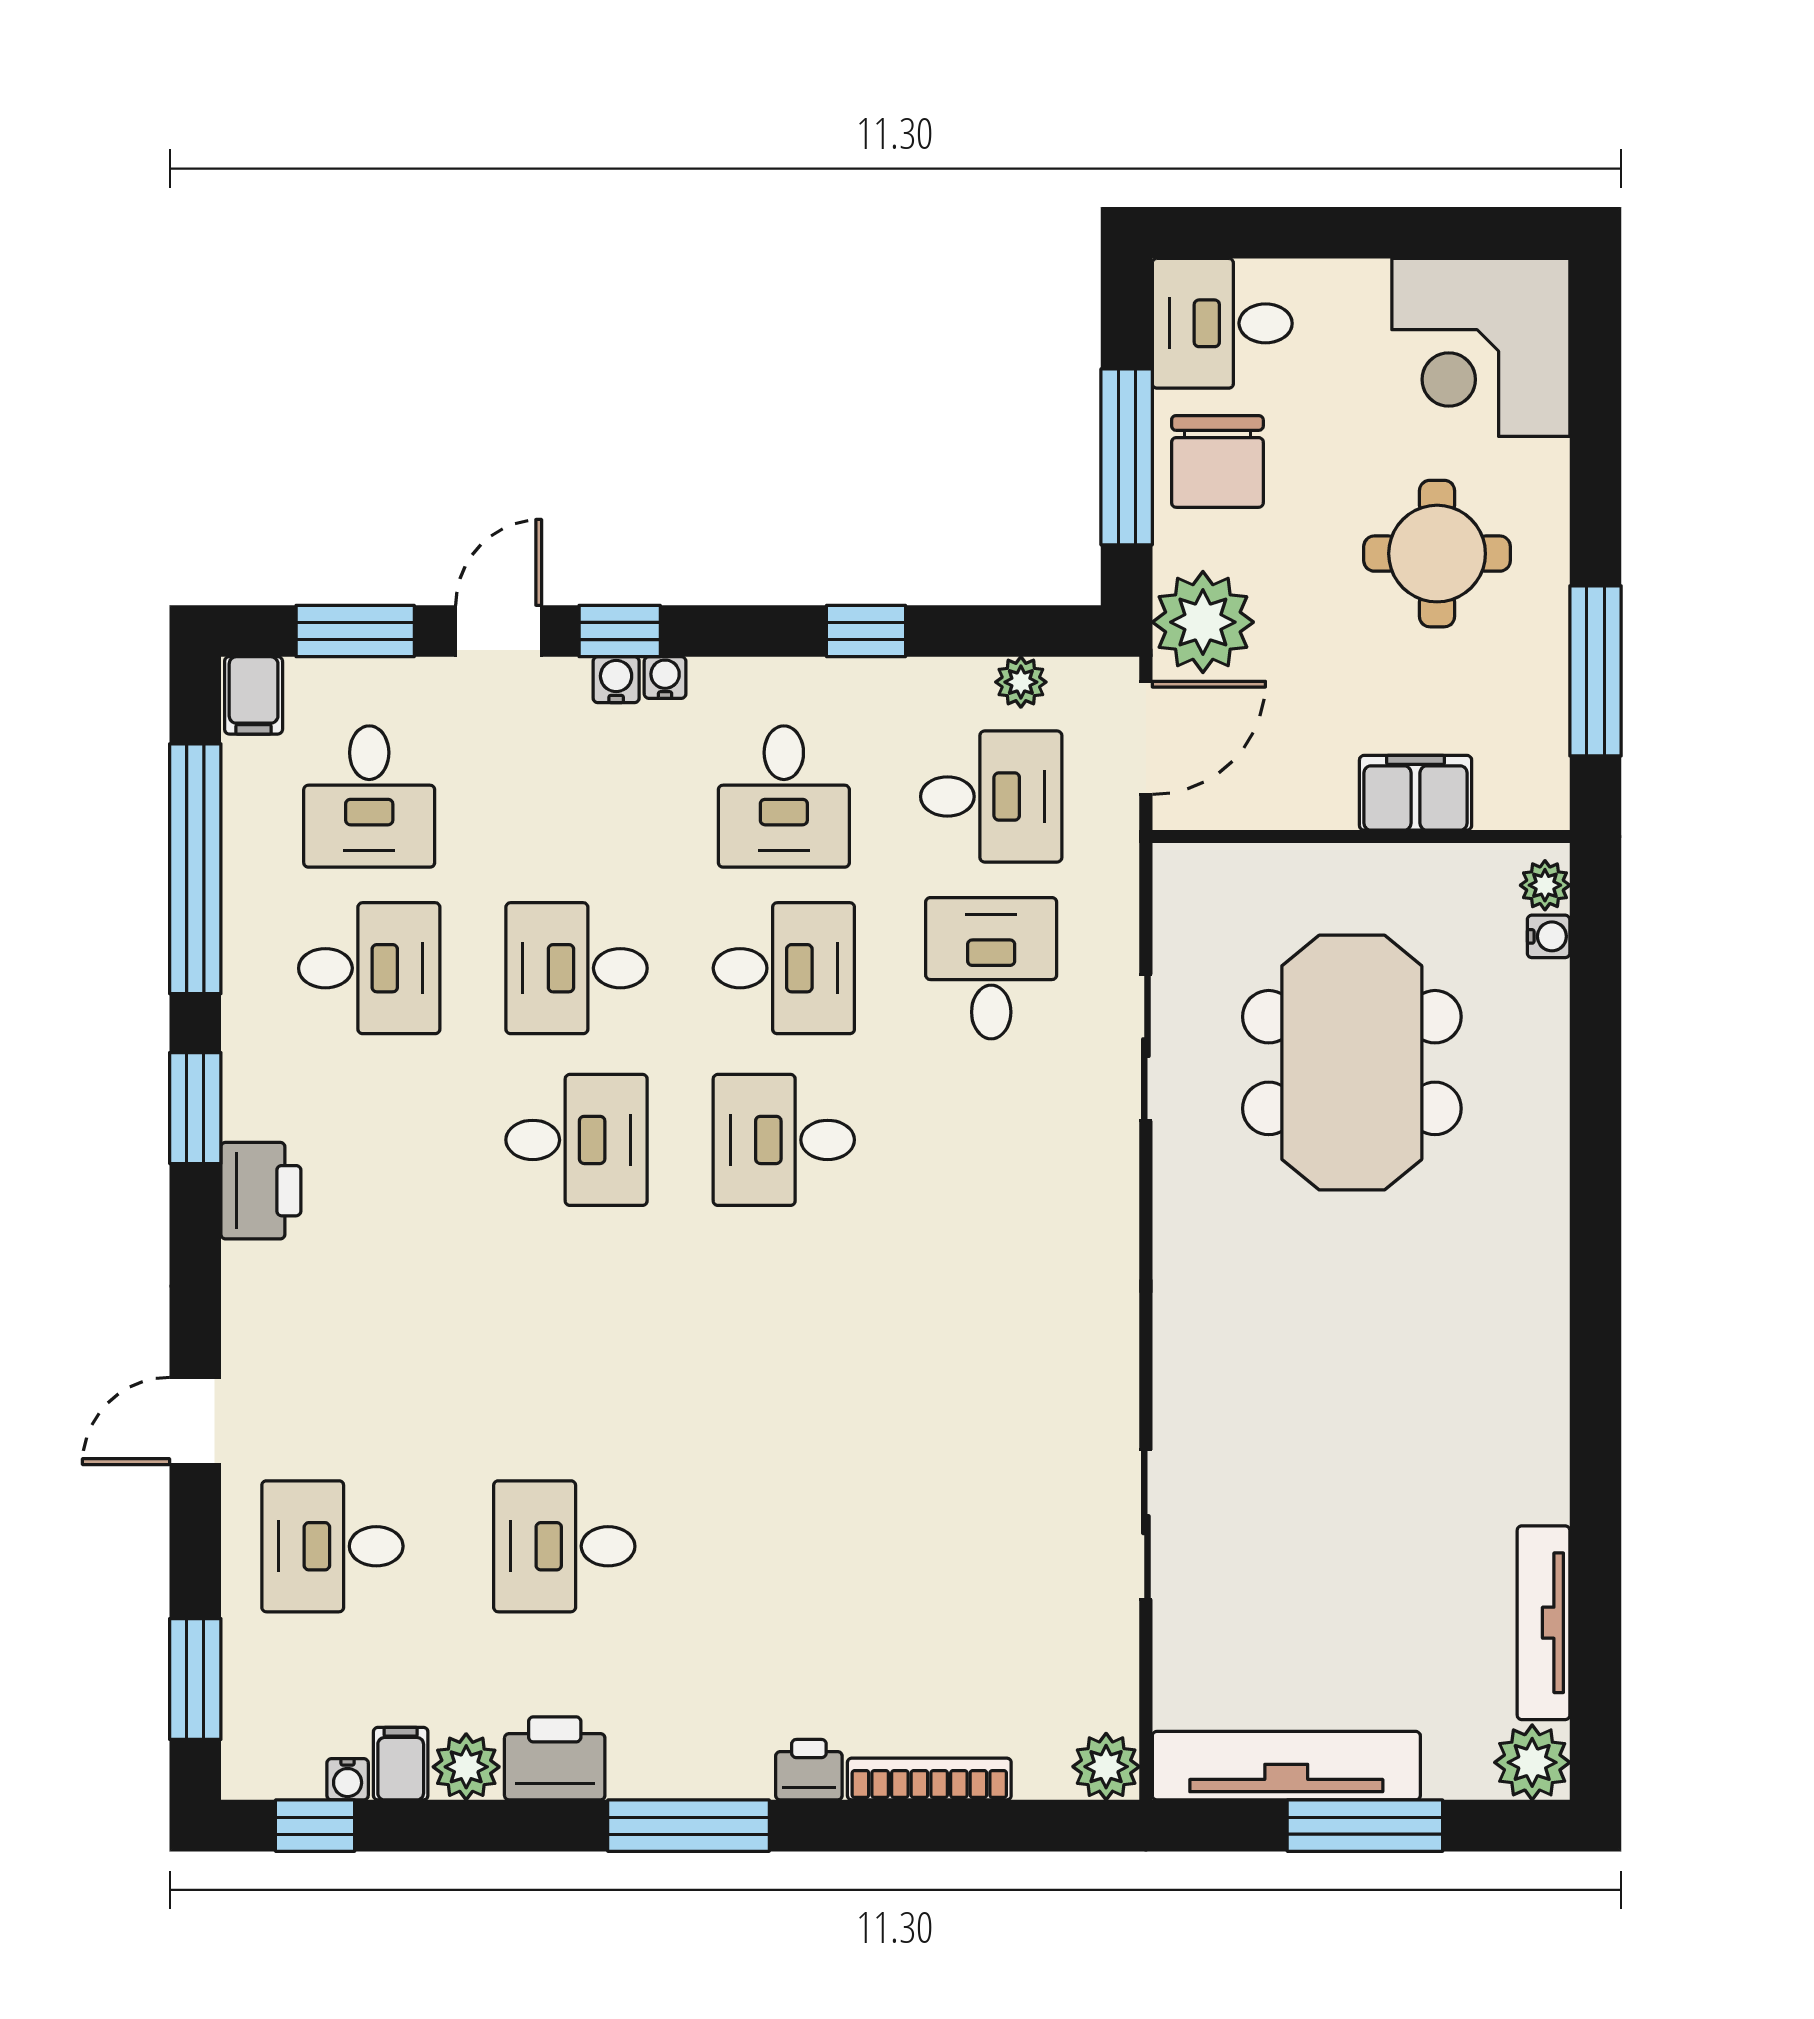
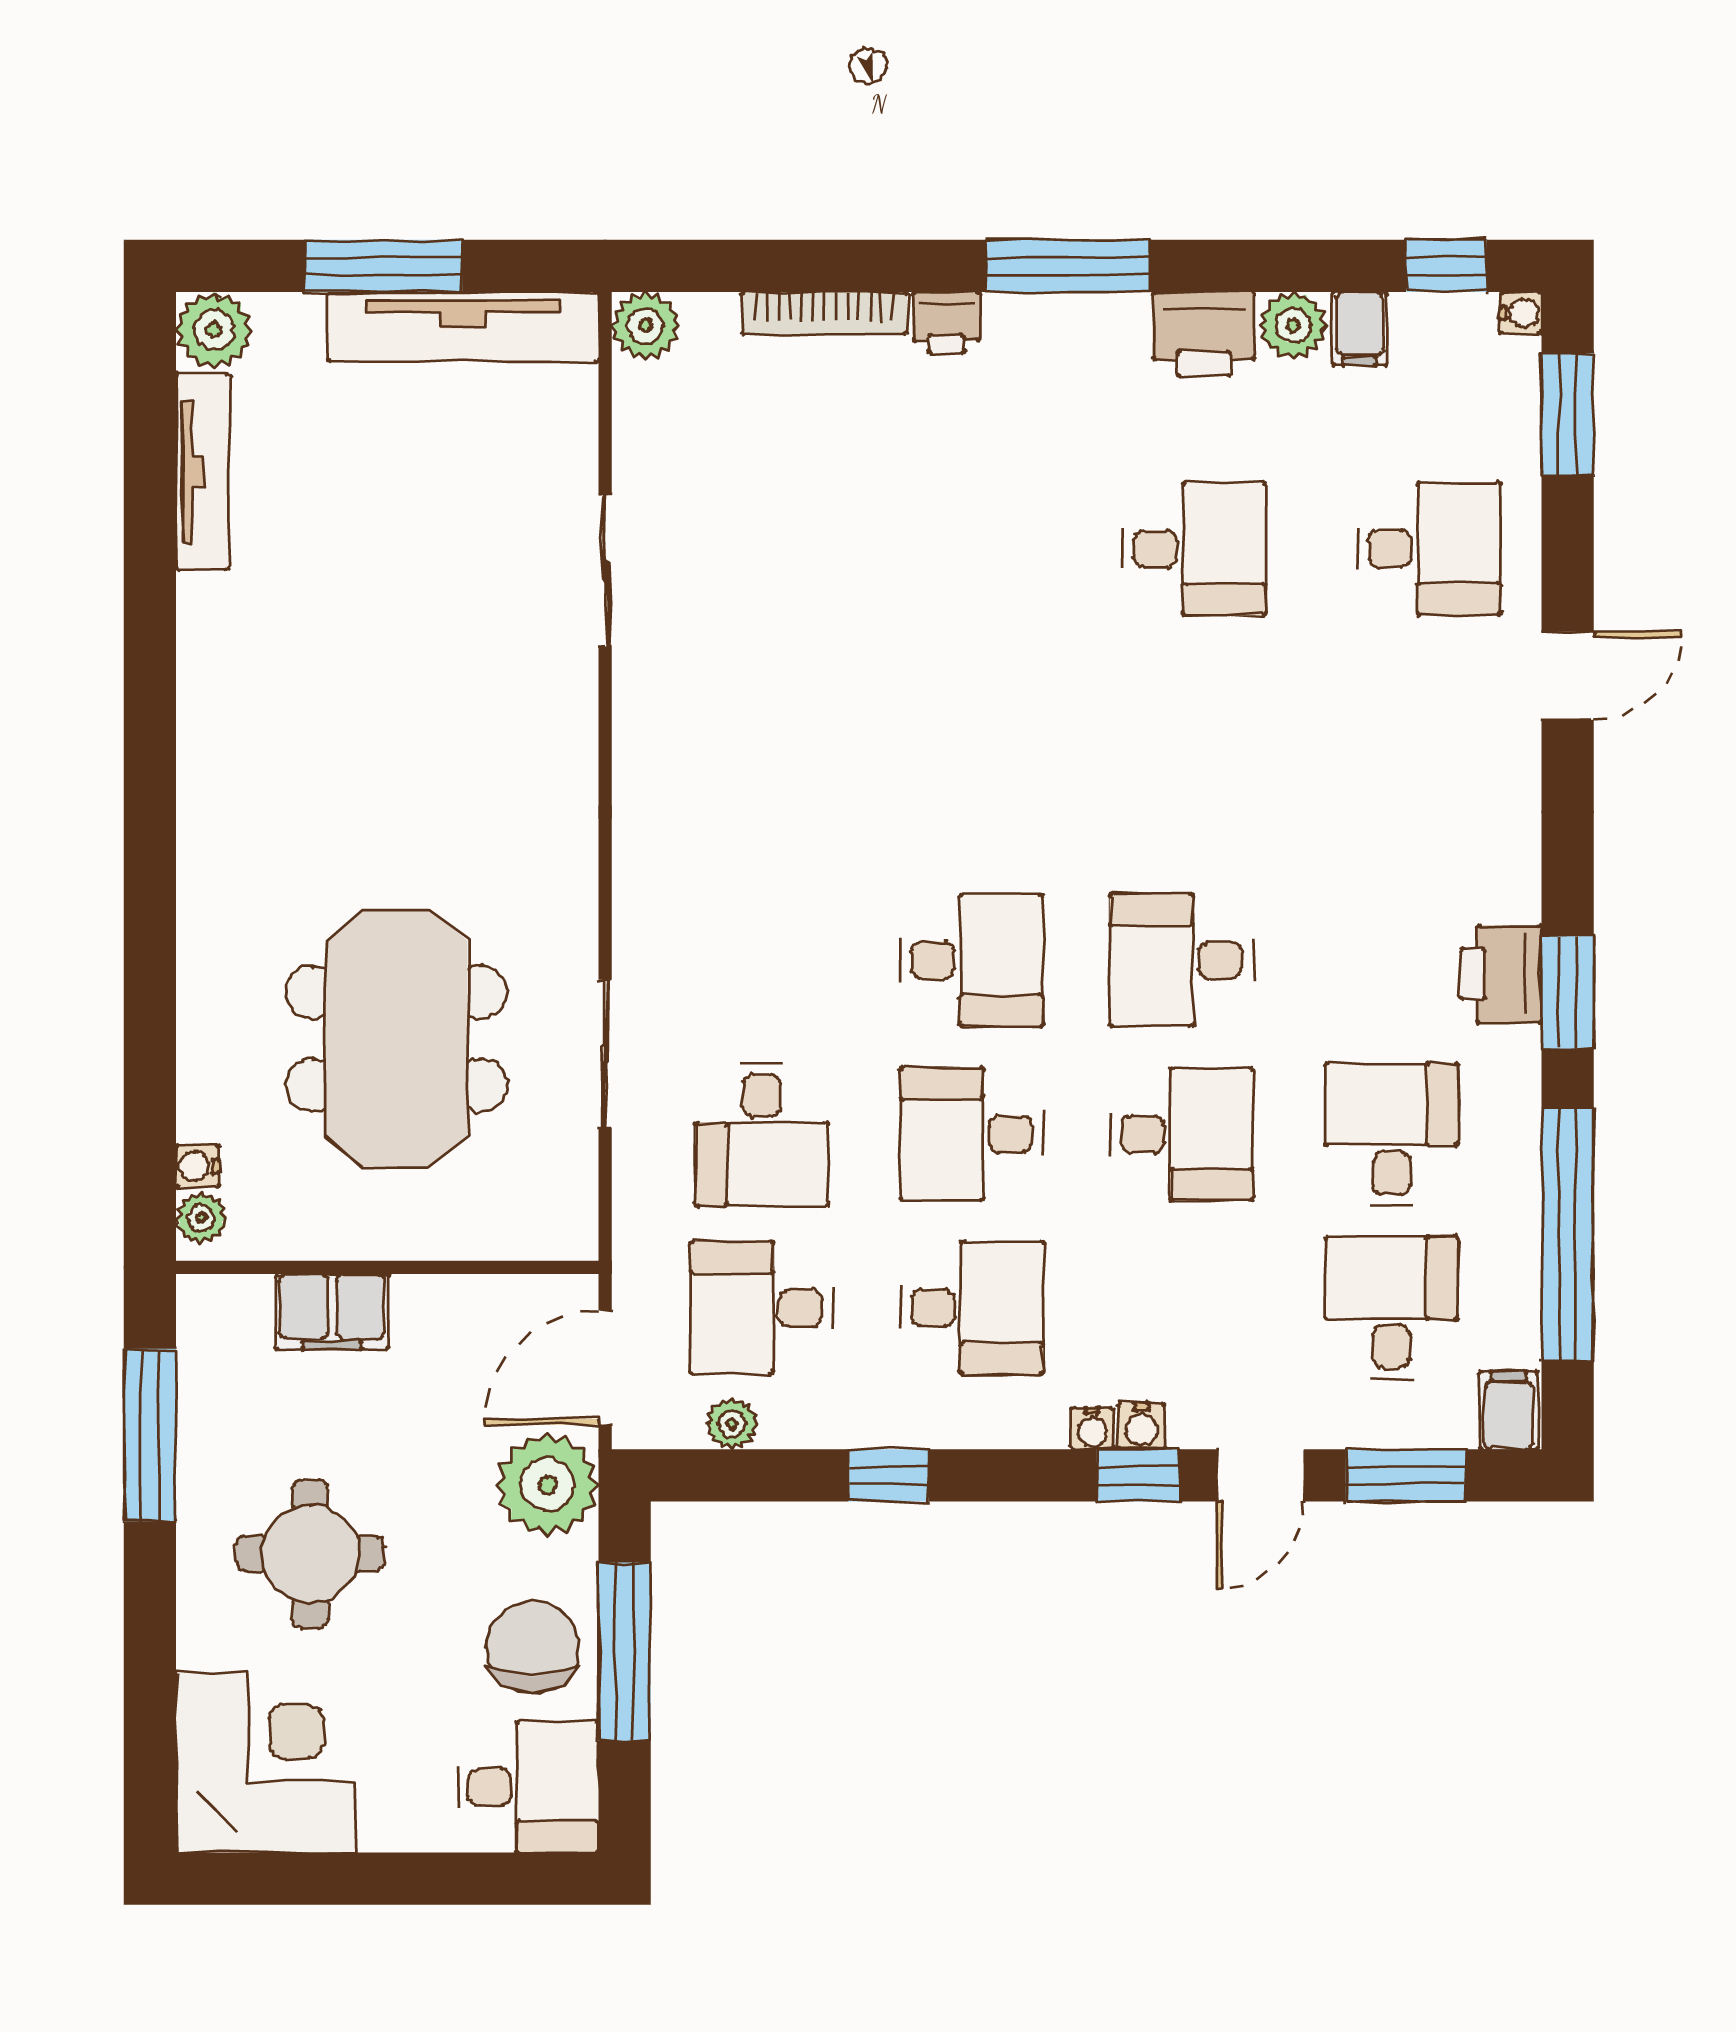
desk: (784, 797) -> (972, 1308), turned 90
desk: (369, 968) -> (1391, 1134), turned 90
printer: (261, 1191) -> (1501, 974), moved
water cooler: (348, 1779) -> (1521, 313), moved, turned 90

